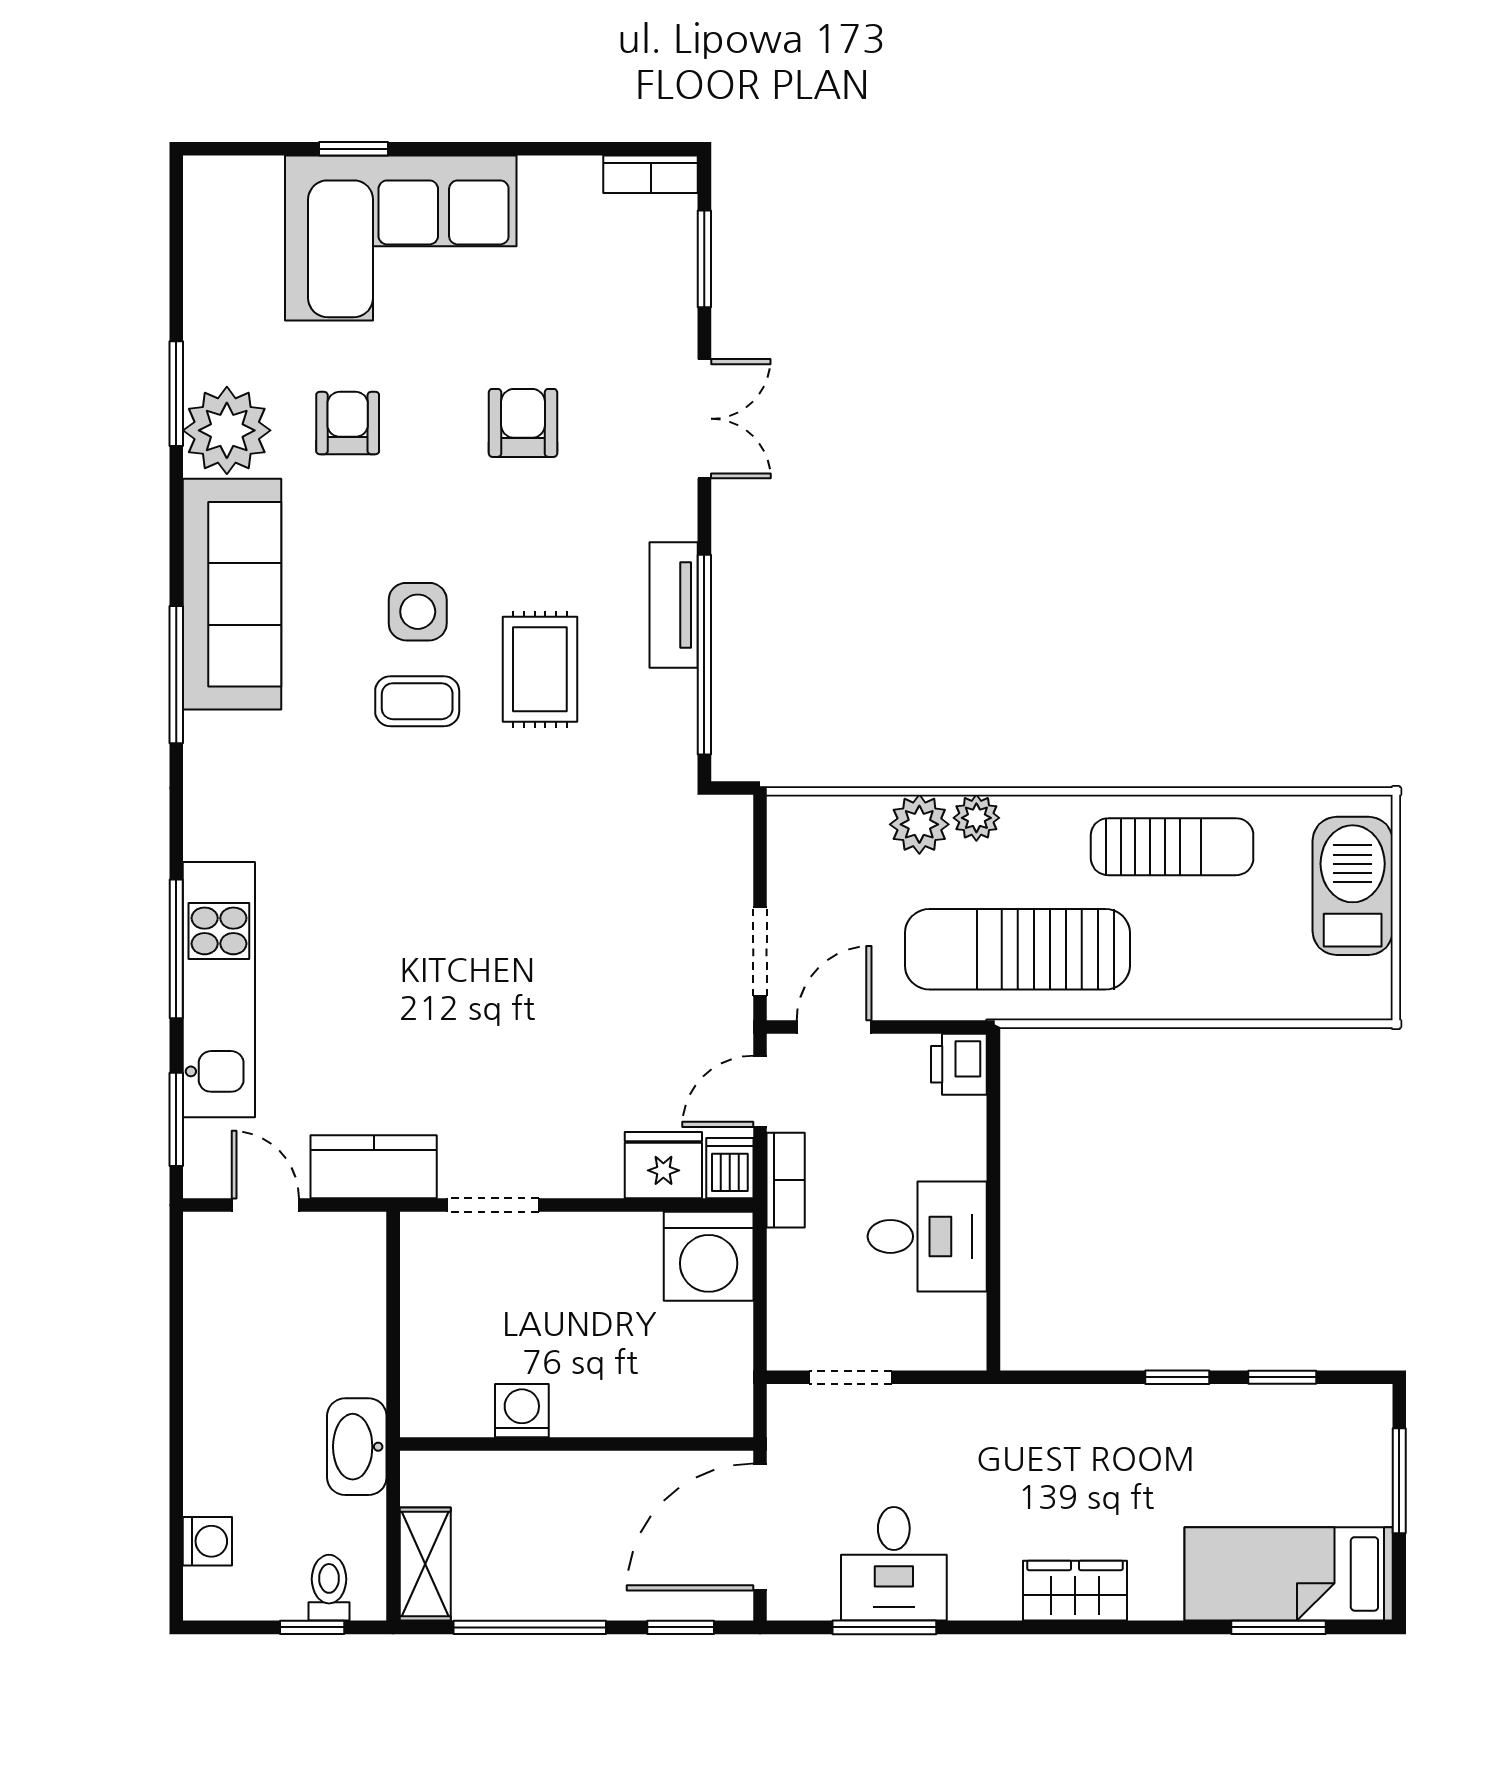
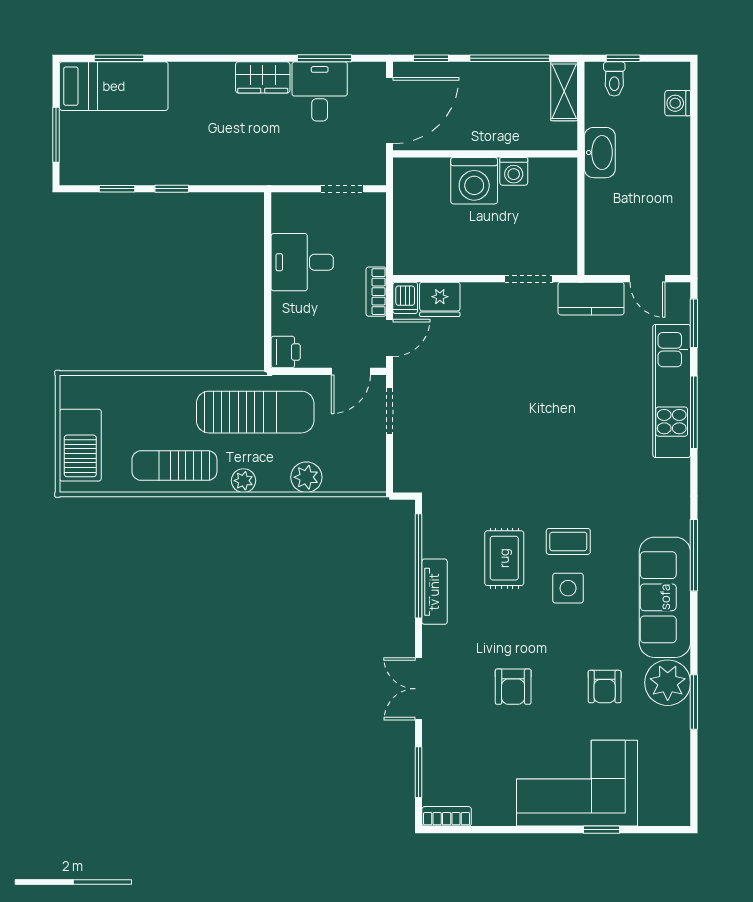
plant: (976, 818) -> (243, 481), moved
washing machine: (709, 1256) -> (474, 181), moved, turned 180
wardrobe: (1075, 1591) -> (263, 77), moved

